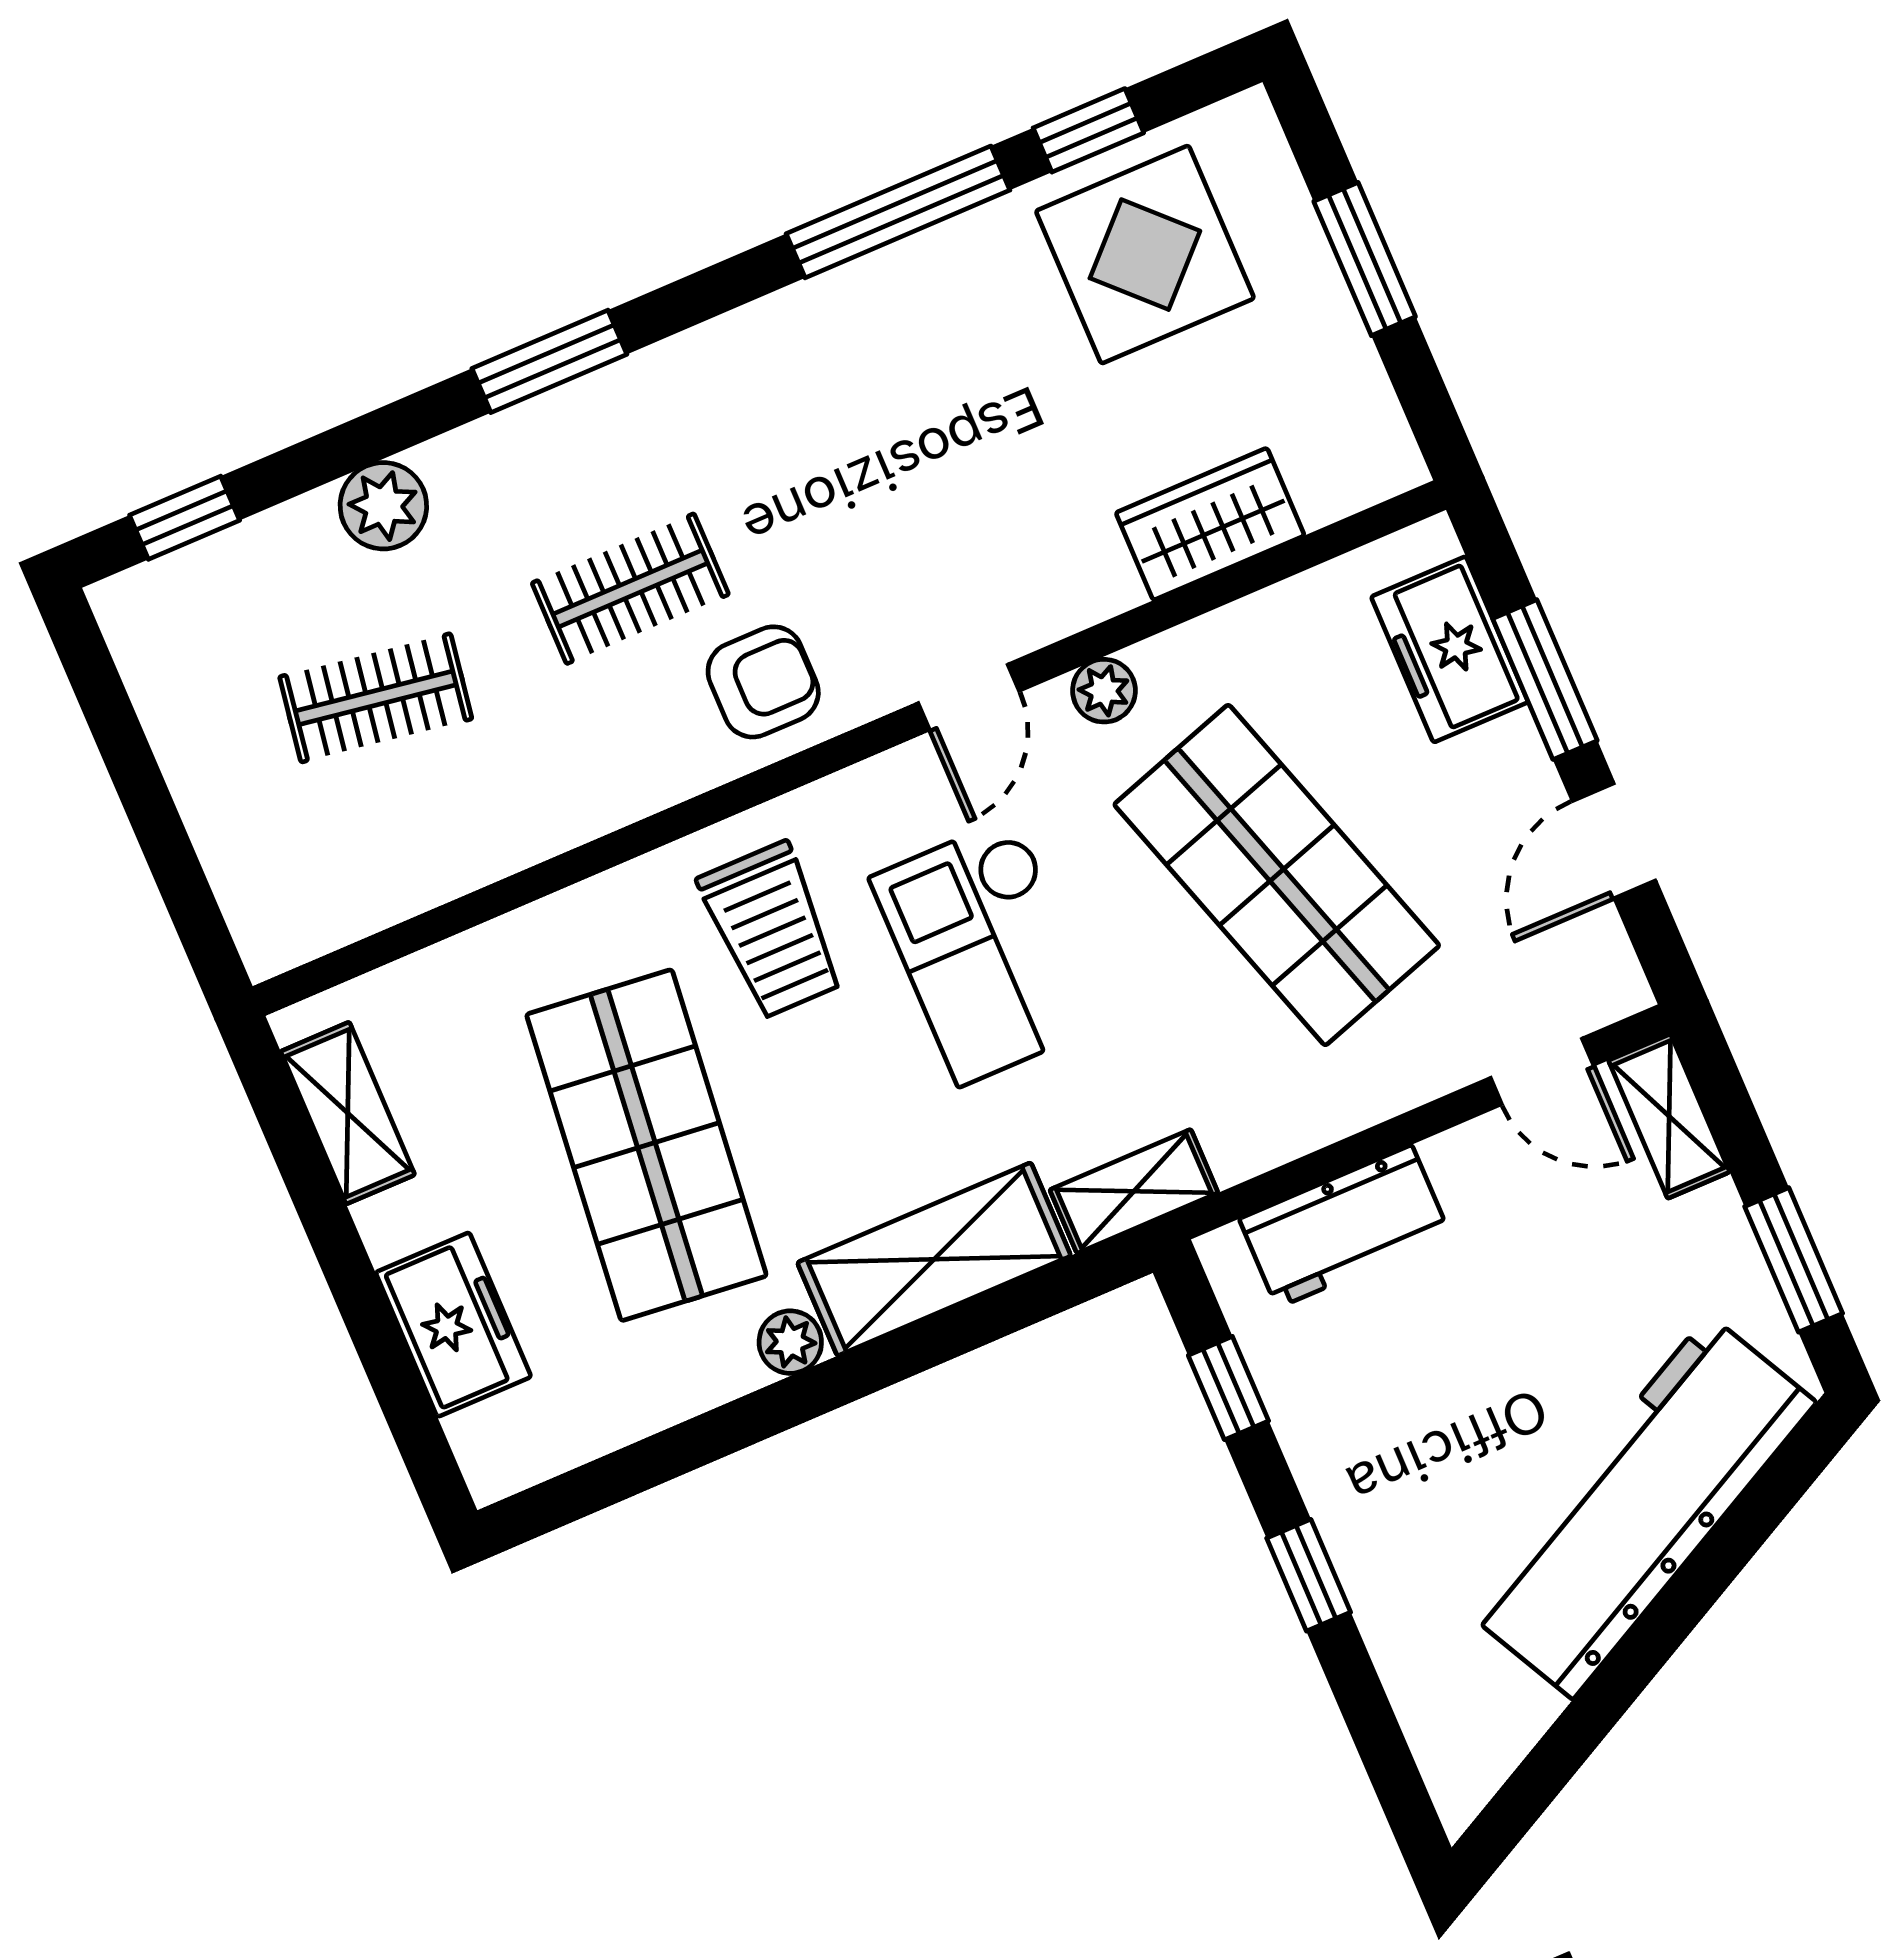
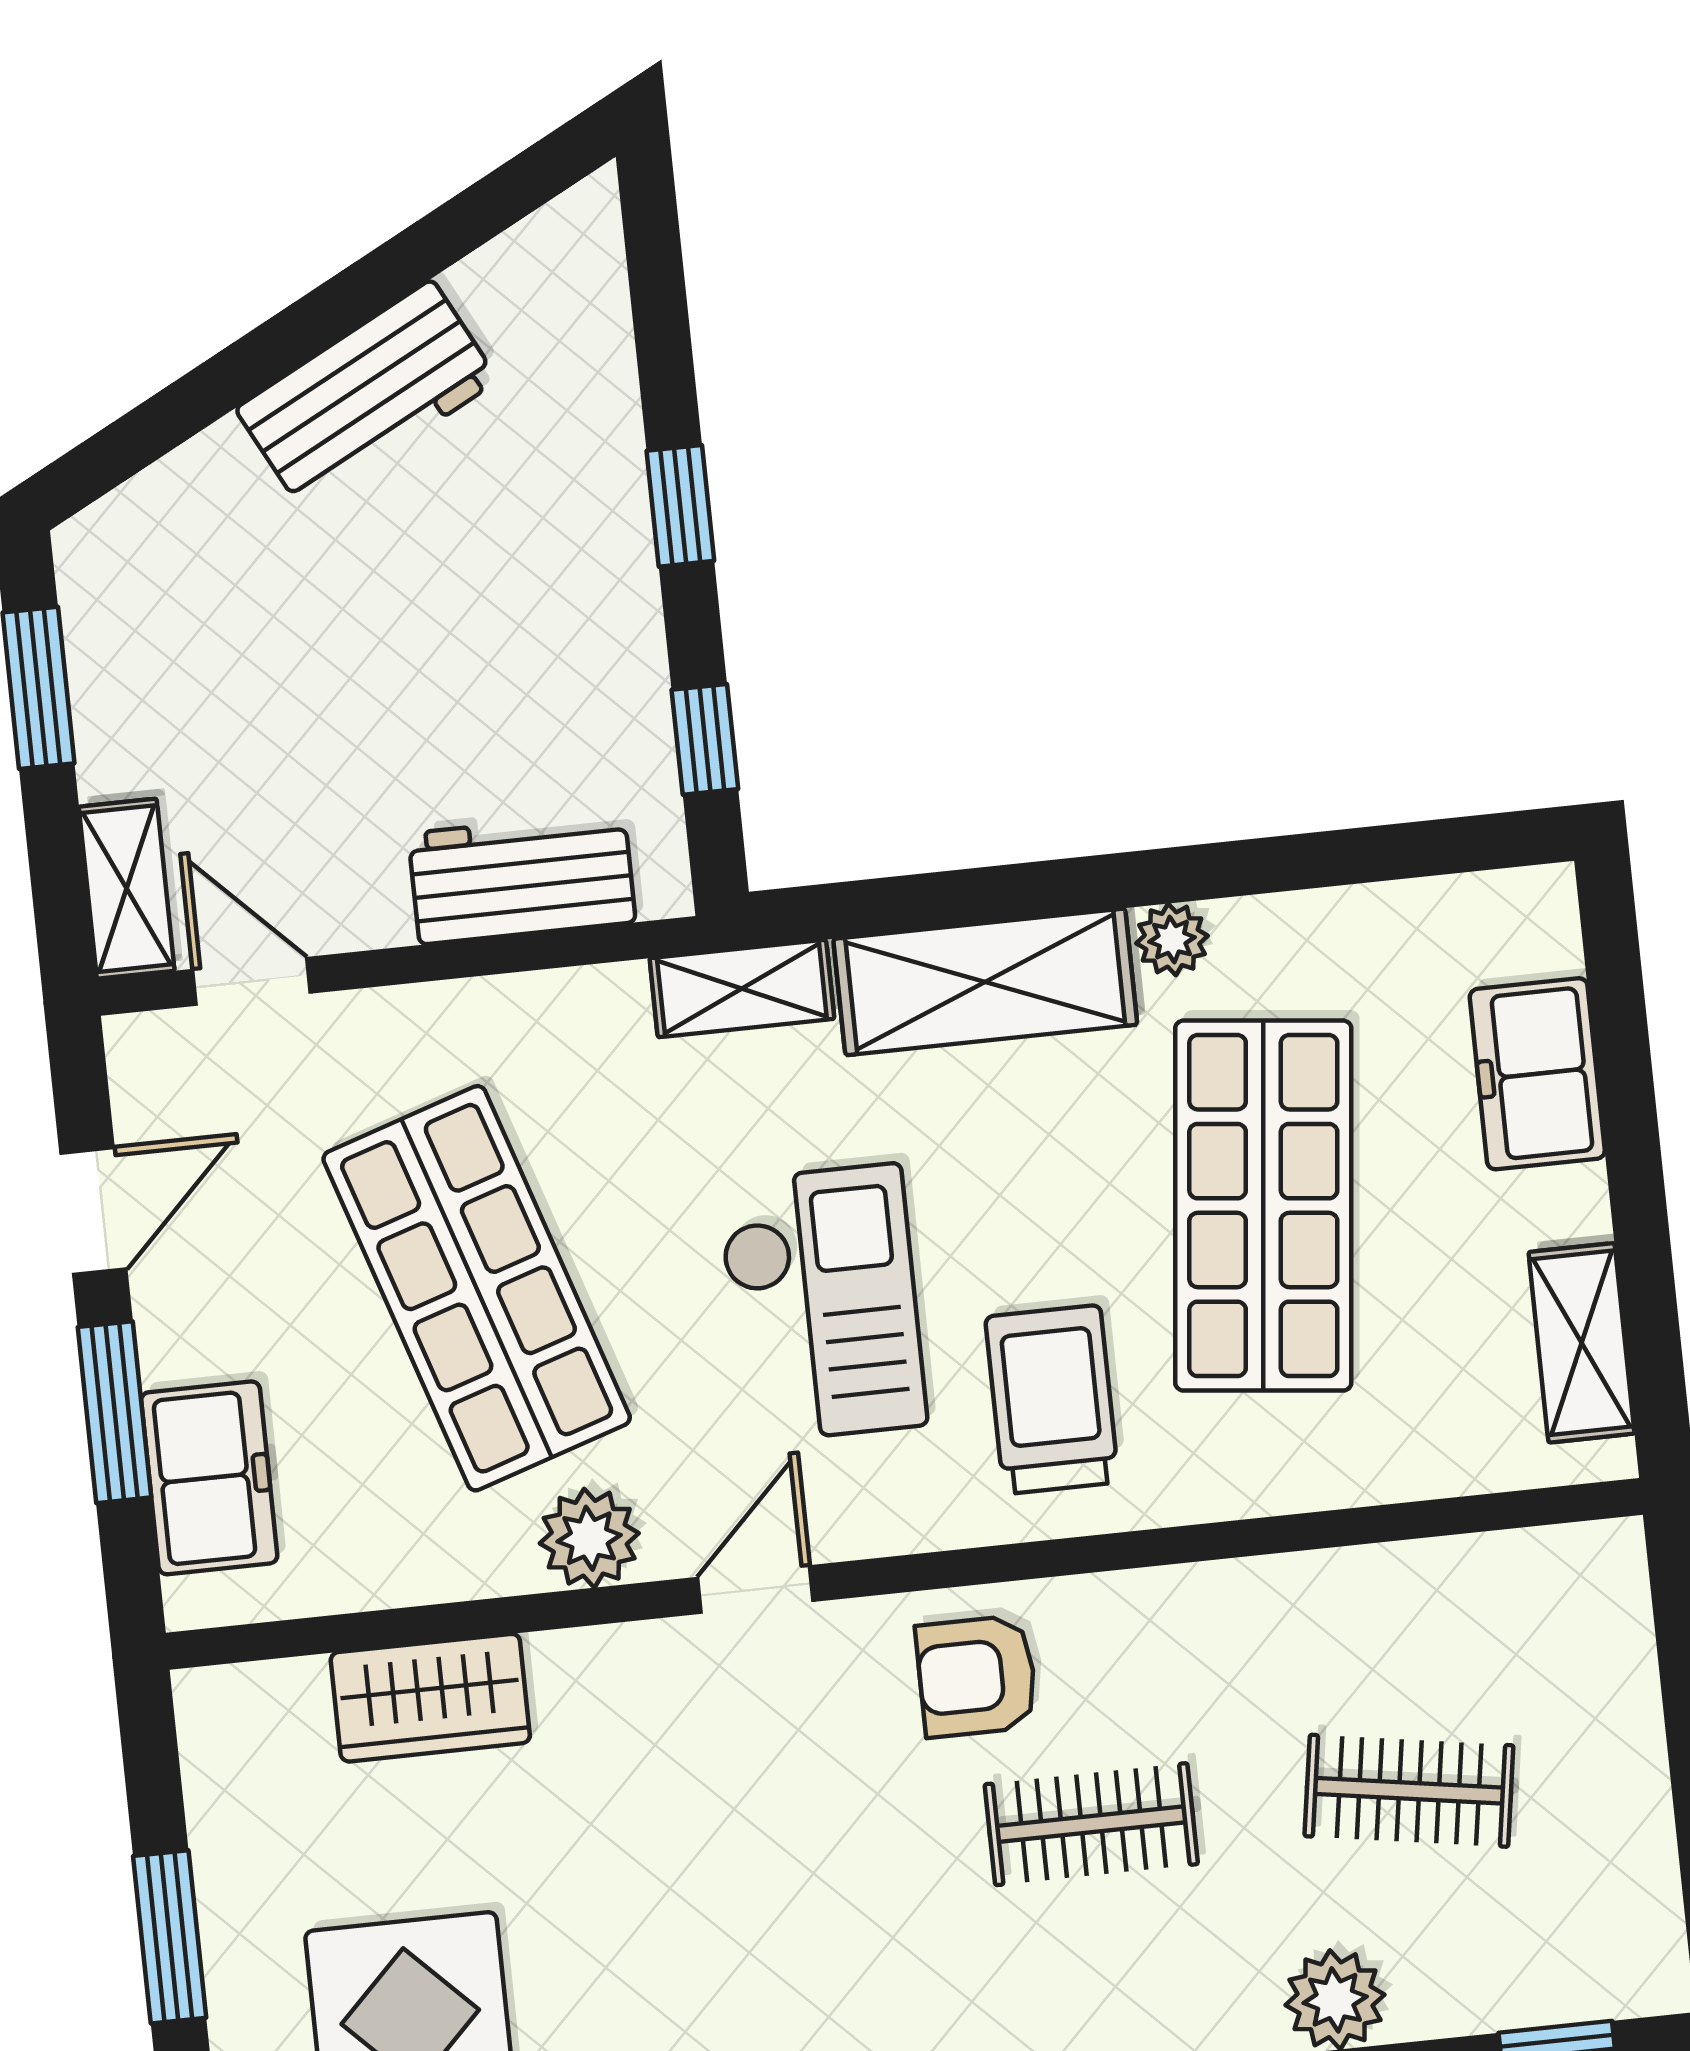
plant: (1104, 691) -> (589, 1538), width x1.38, depth x1.38
workbench: (1641, 1507) -> (367, 395), width x0.53, depth x0.76

